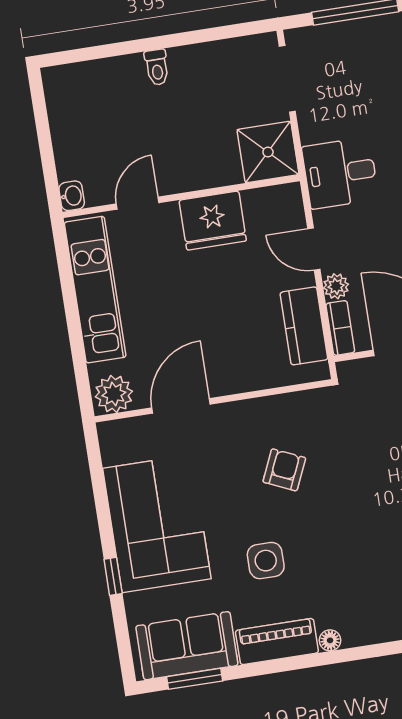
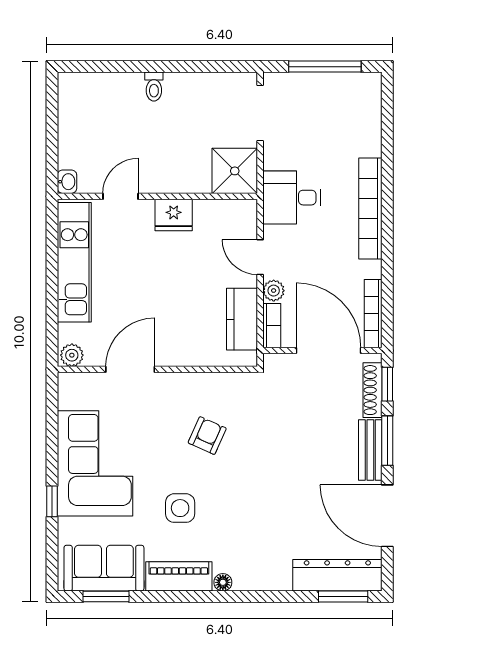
fridge: (213, 221) -> (174, 215), width x0.73, depth x0.75
plant: (114, 394) -> (72, 355), width x0.73, depth x0.73

